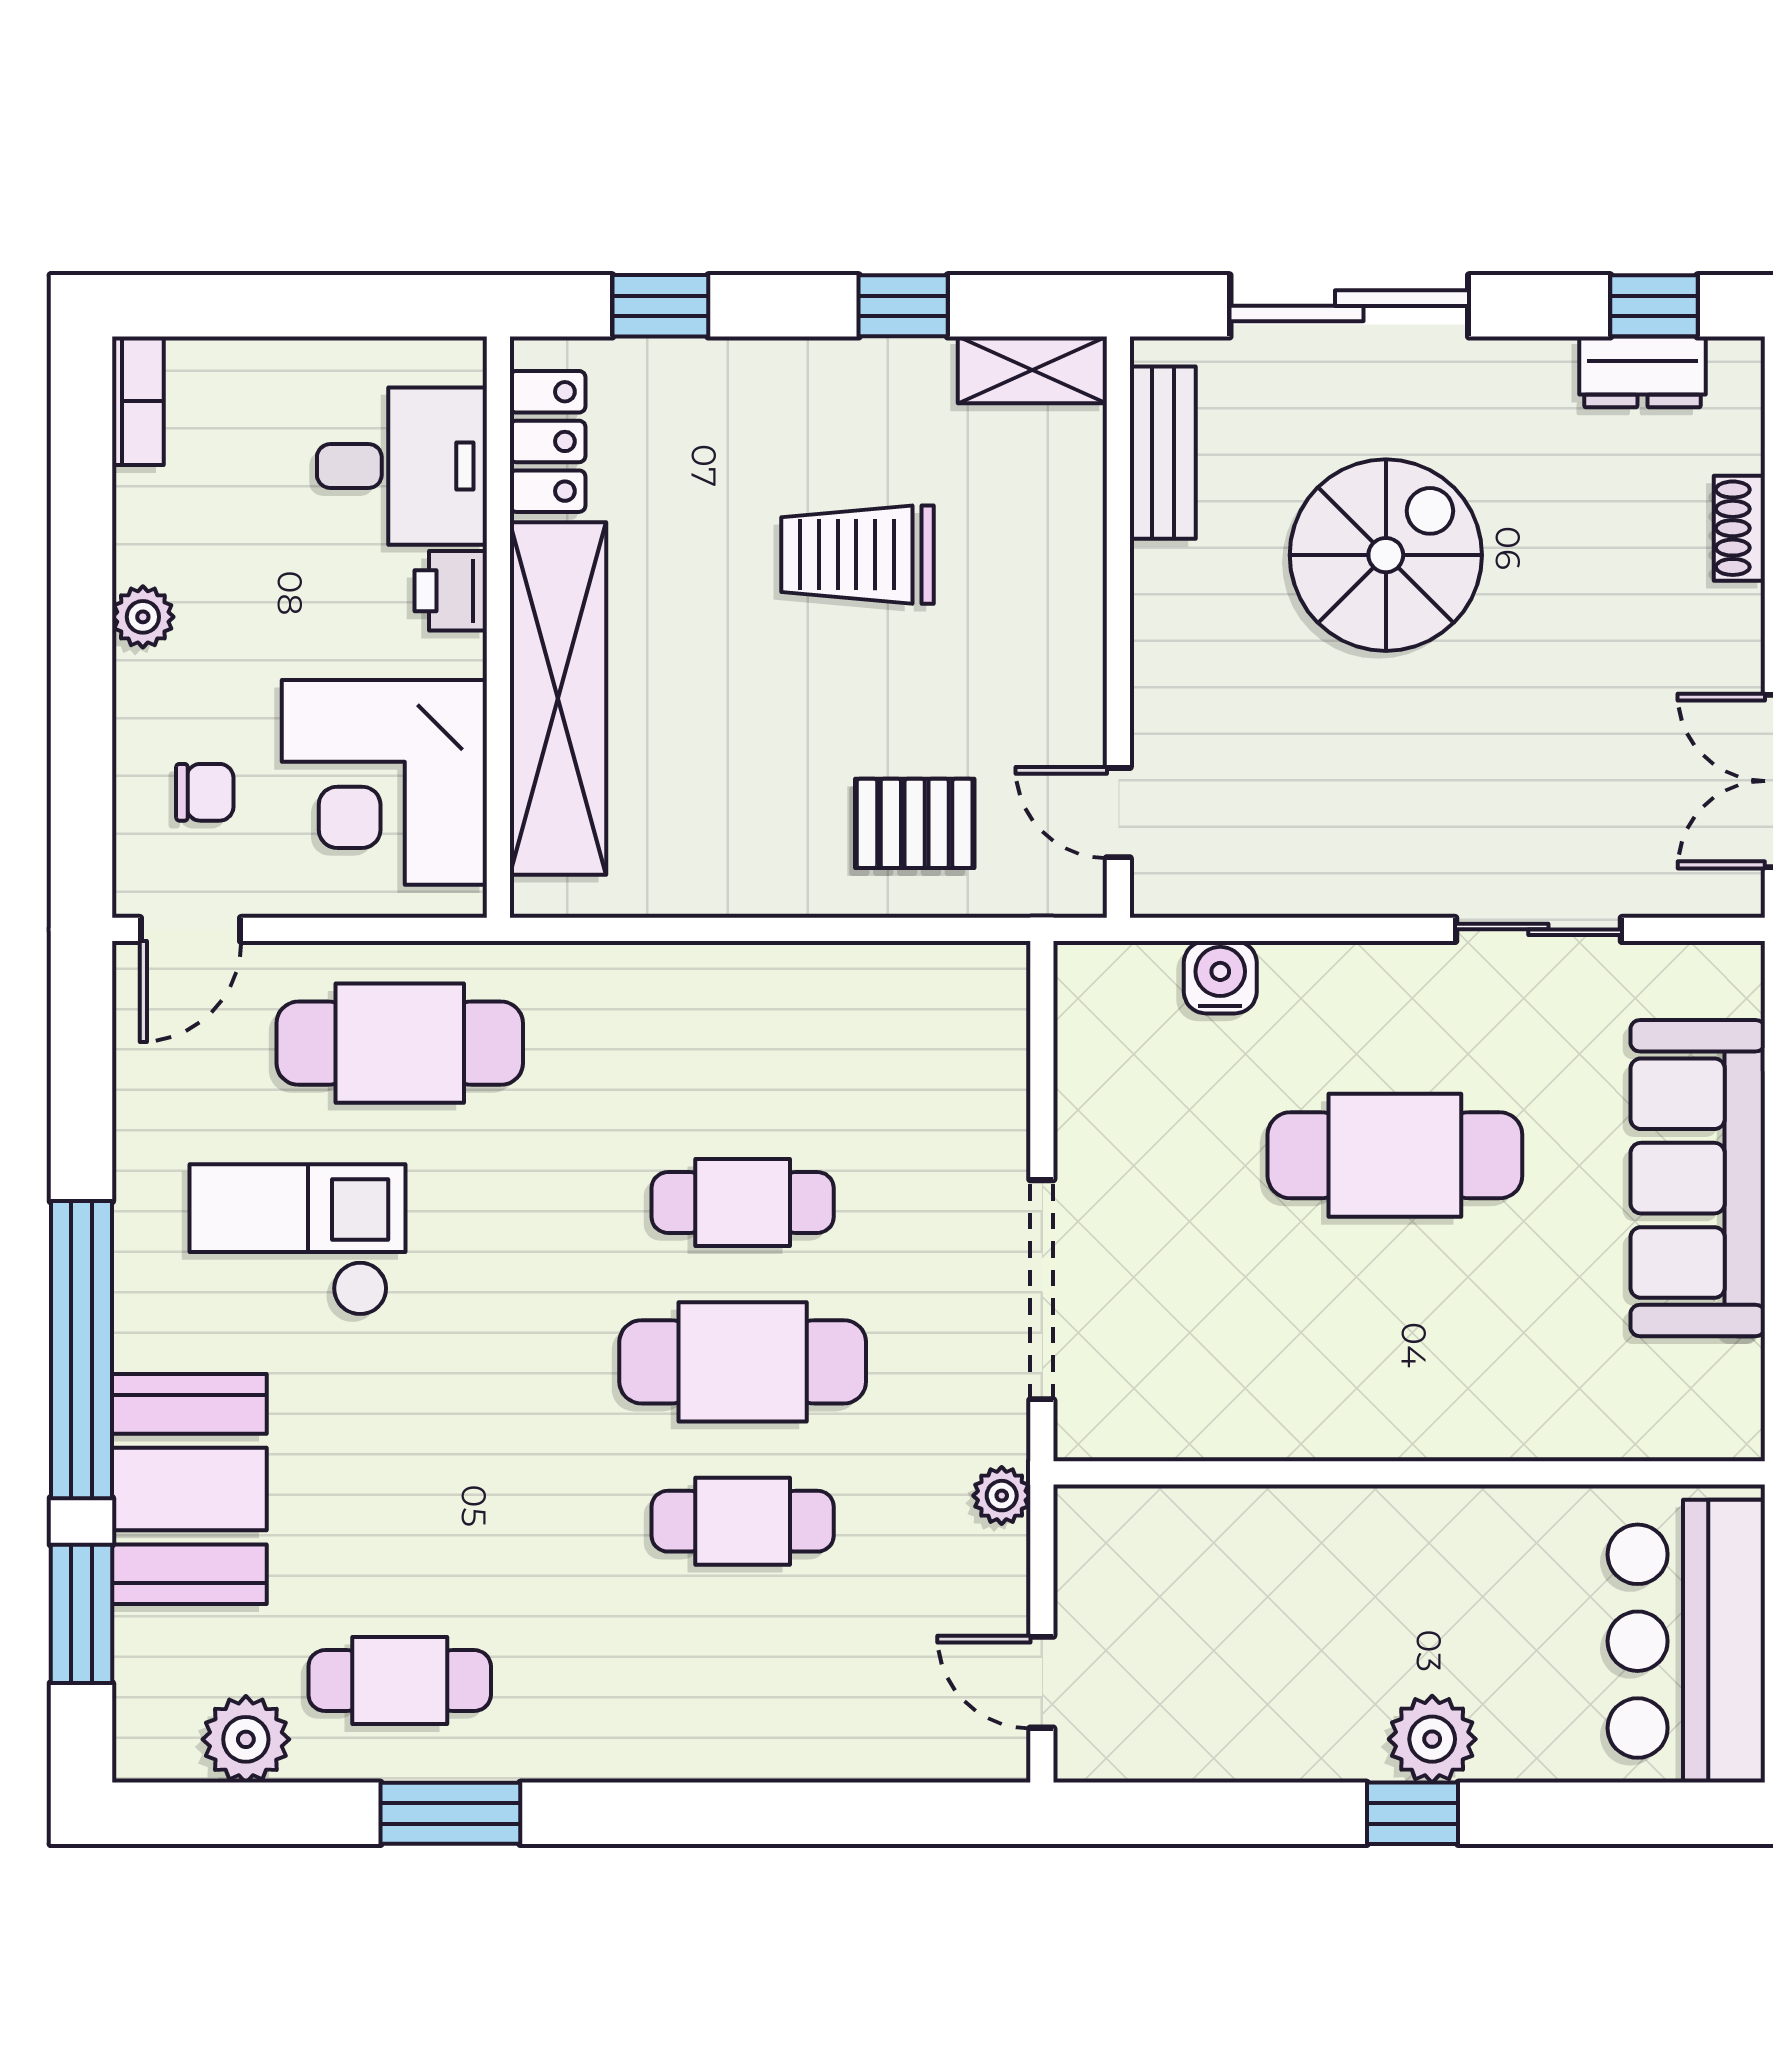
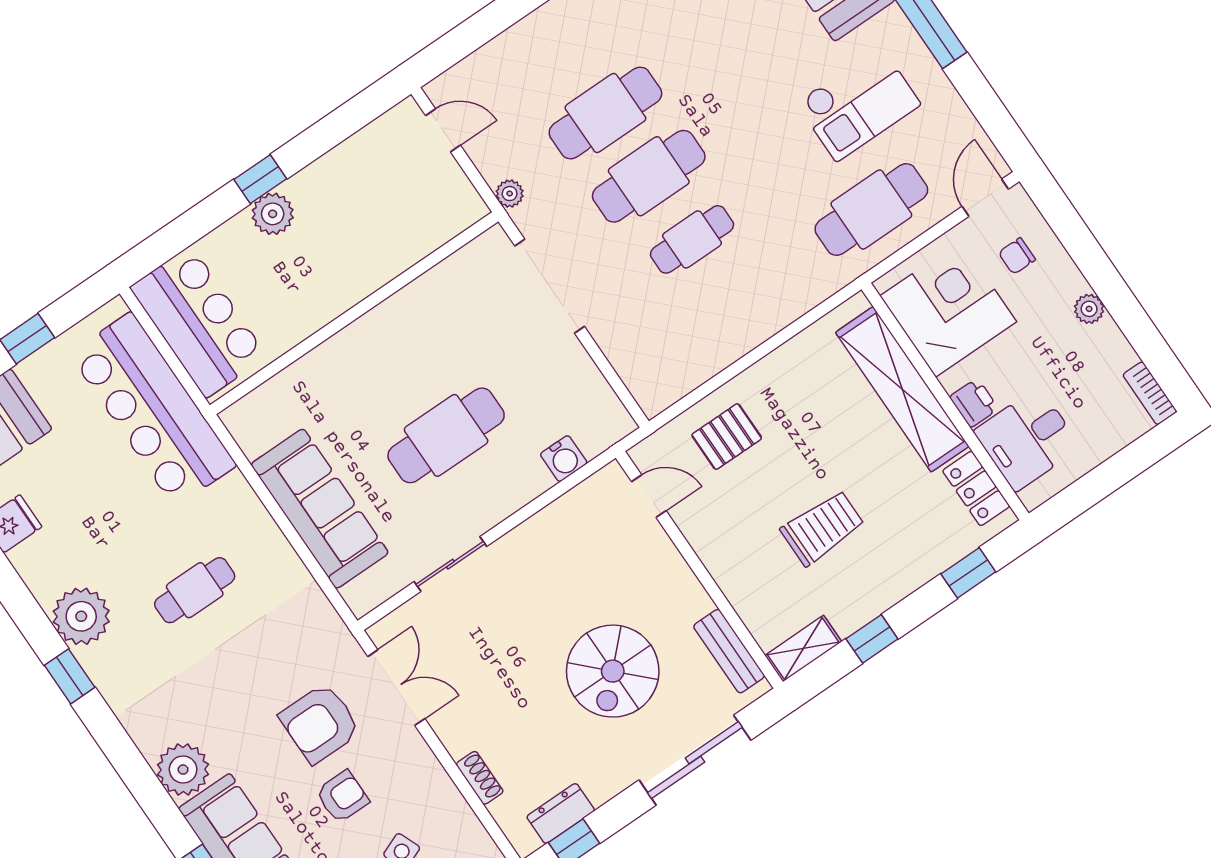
cafe table: (743, 1521) -> (605, 113), width x1.37, depth x1.35

